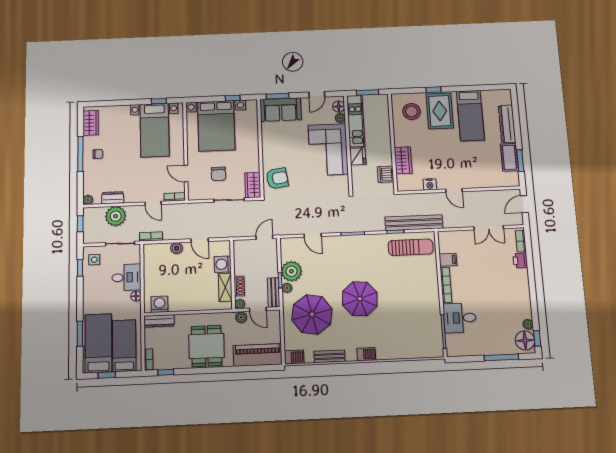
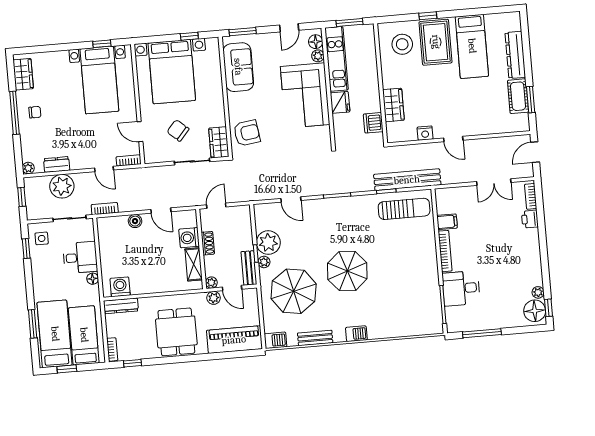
sofa: (281, 110) -> (238, 67), moved, turned -90
chair: (218, 174) -> (178, 130), turned 131
door: (264, 237) -> (216, 206), moved
shoe rack: (239, 286) -> (208, 243), moved
window: (501, 357) -> (482, 333), moved

